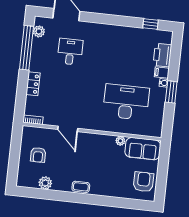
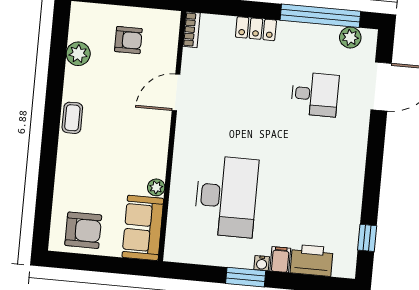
armchair: (38, 155) -> (128, 40), turned 180

